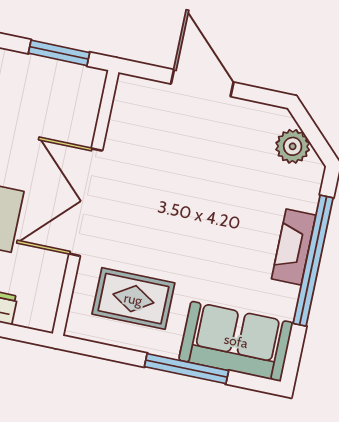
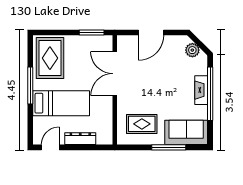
door: (202, 83) -> (151, 32), swing flipped
double door: (86, 202) -> (115, 74), moved

